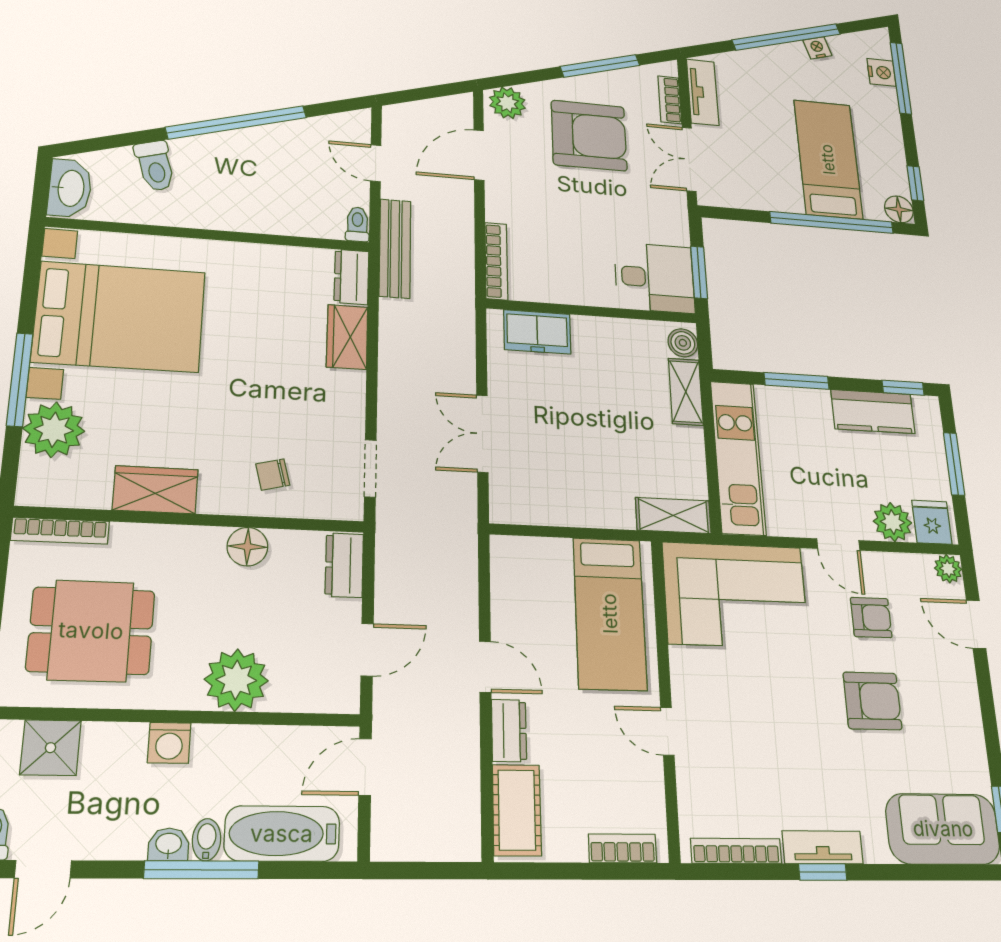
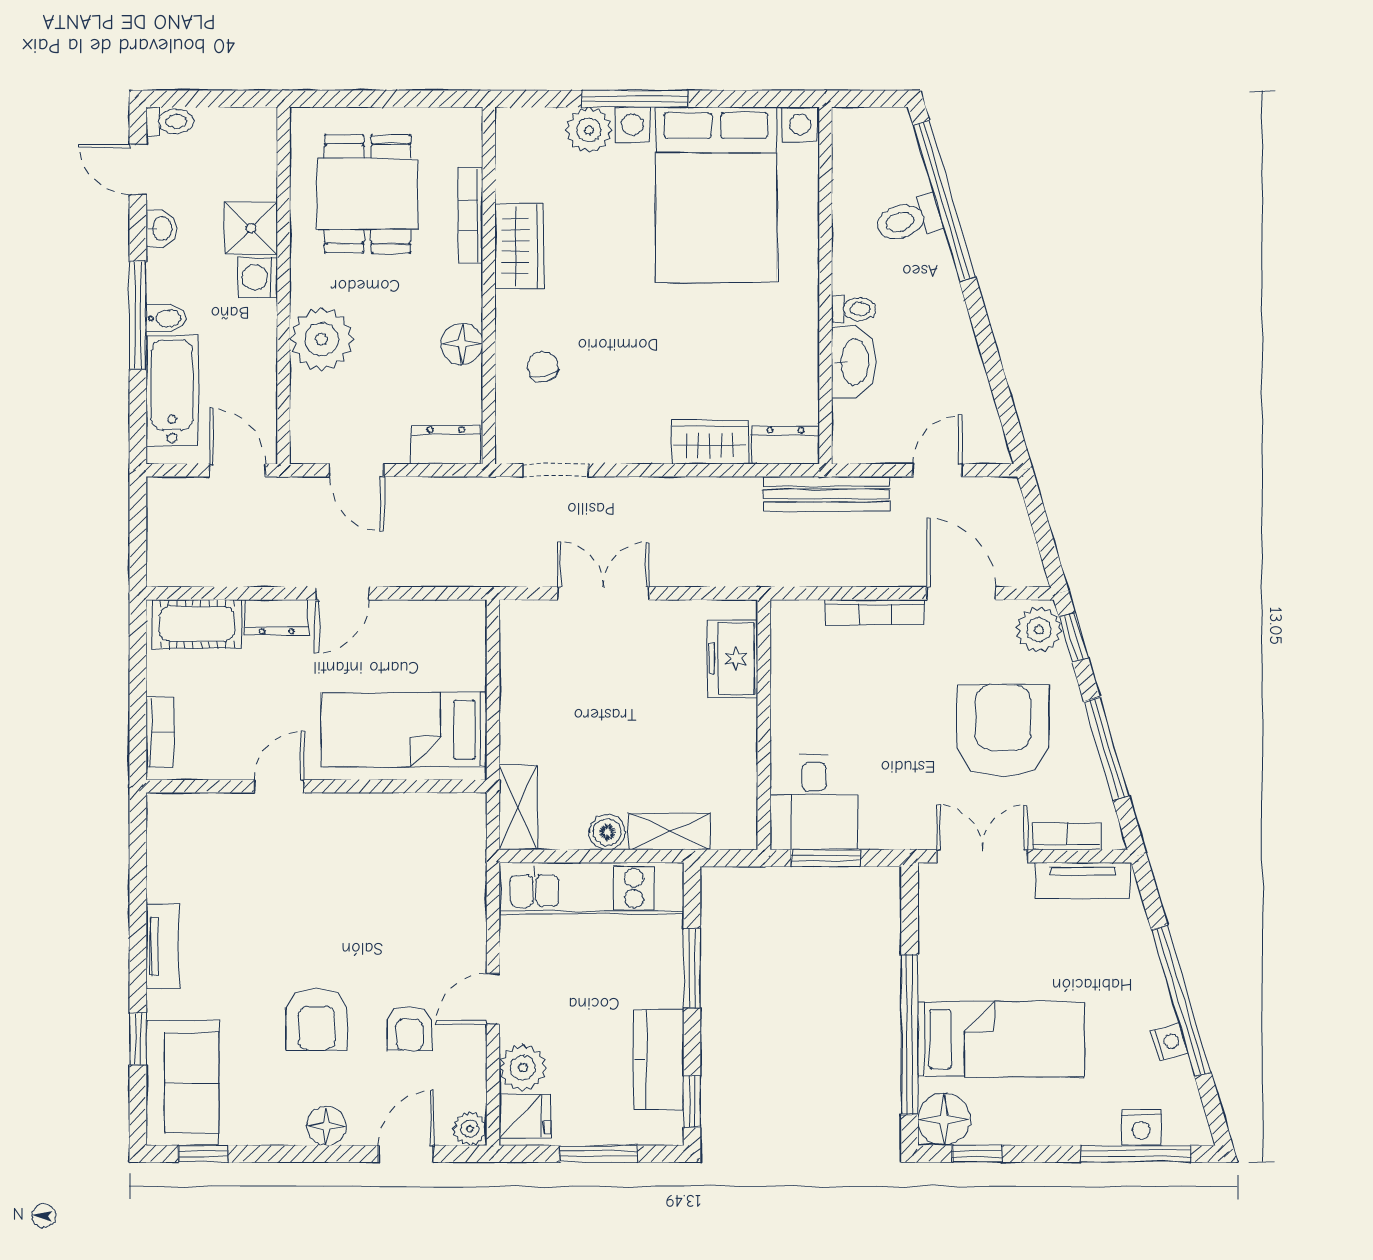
window: (513, 79) -> (1074, 638), added
window: (236, 122) -> (944, 201), moved
armchair: (589, 136) -> (1003, 730), turned 180
washbasin: (70, 188) -> (854, 362), moved, turned -90
floor lamp: (899, 209) -> (944, 1119), width x1.38, depth x1.38
toilet: (357, 224) -> (854, 309), moved
bookcase: (496, 261) -> (875, 612), moved
boiler: (683, 343) -> (607, 832), moved
plant: (54, 430) -> (589, 130), width x0.73, depth x0.73
bookcase: (60, 531) -> (470, 216), moved
corner sofa: (735, 595) -> (430, 873), removed
floor lamp: (962, 694) -> (326, 1126), added
shower: (51, 748) -> (251, 228), moved
washbasin: (169, 844) -> (161, 228), moved
bookcase: (736, 851) -> (158, 852), removed
window: (823, 872) -> (138, 1039), moved

